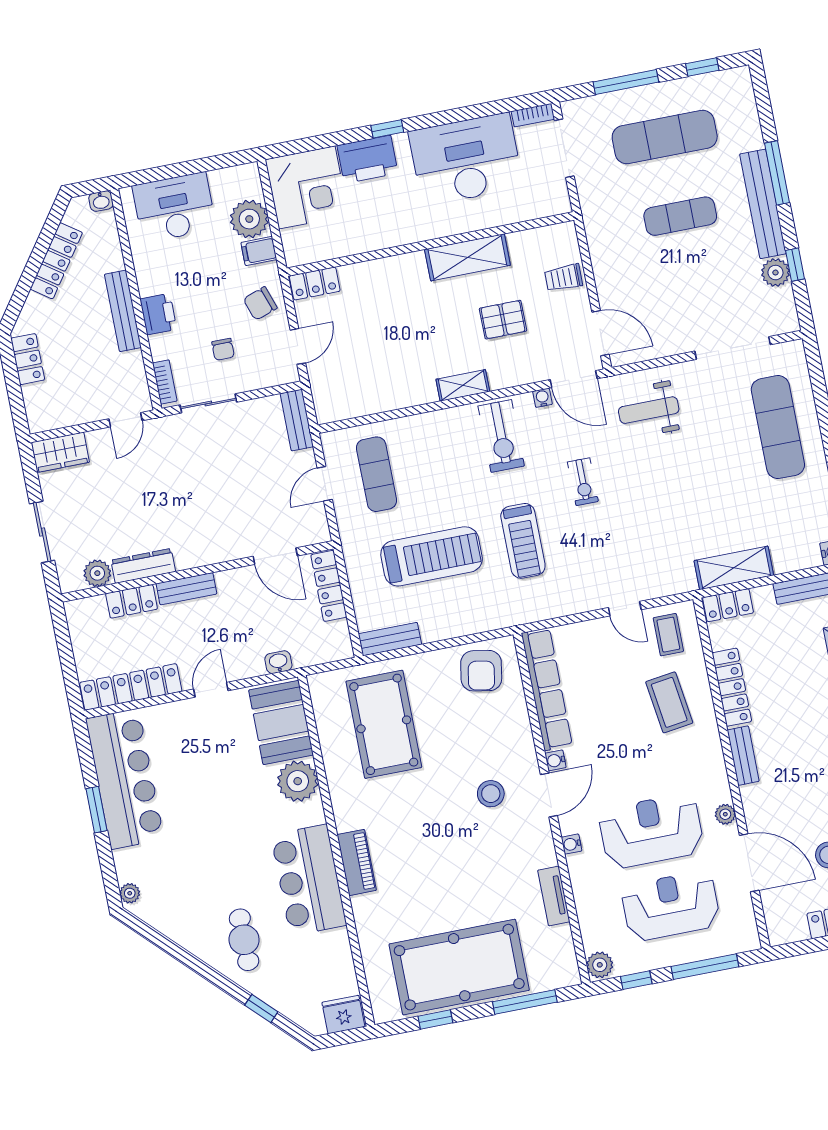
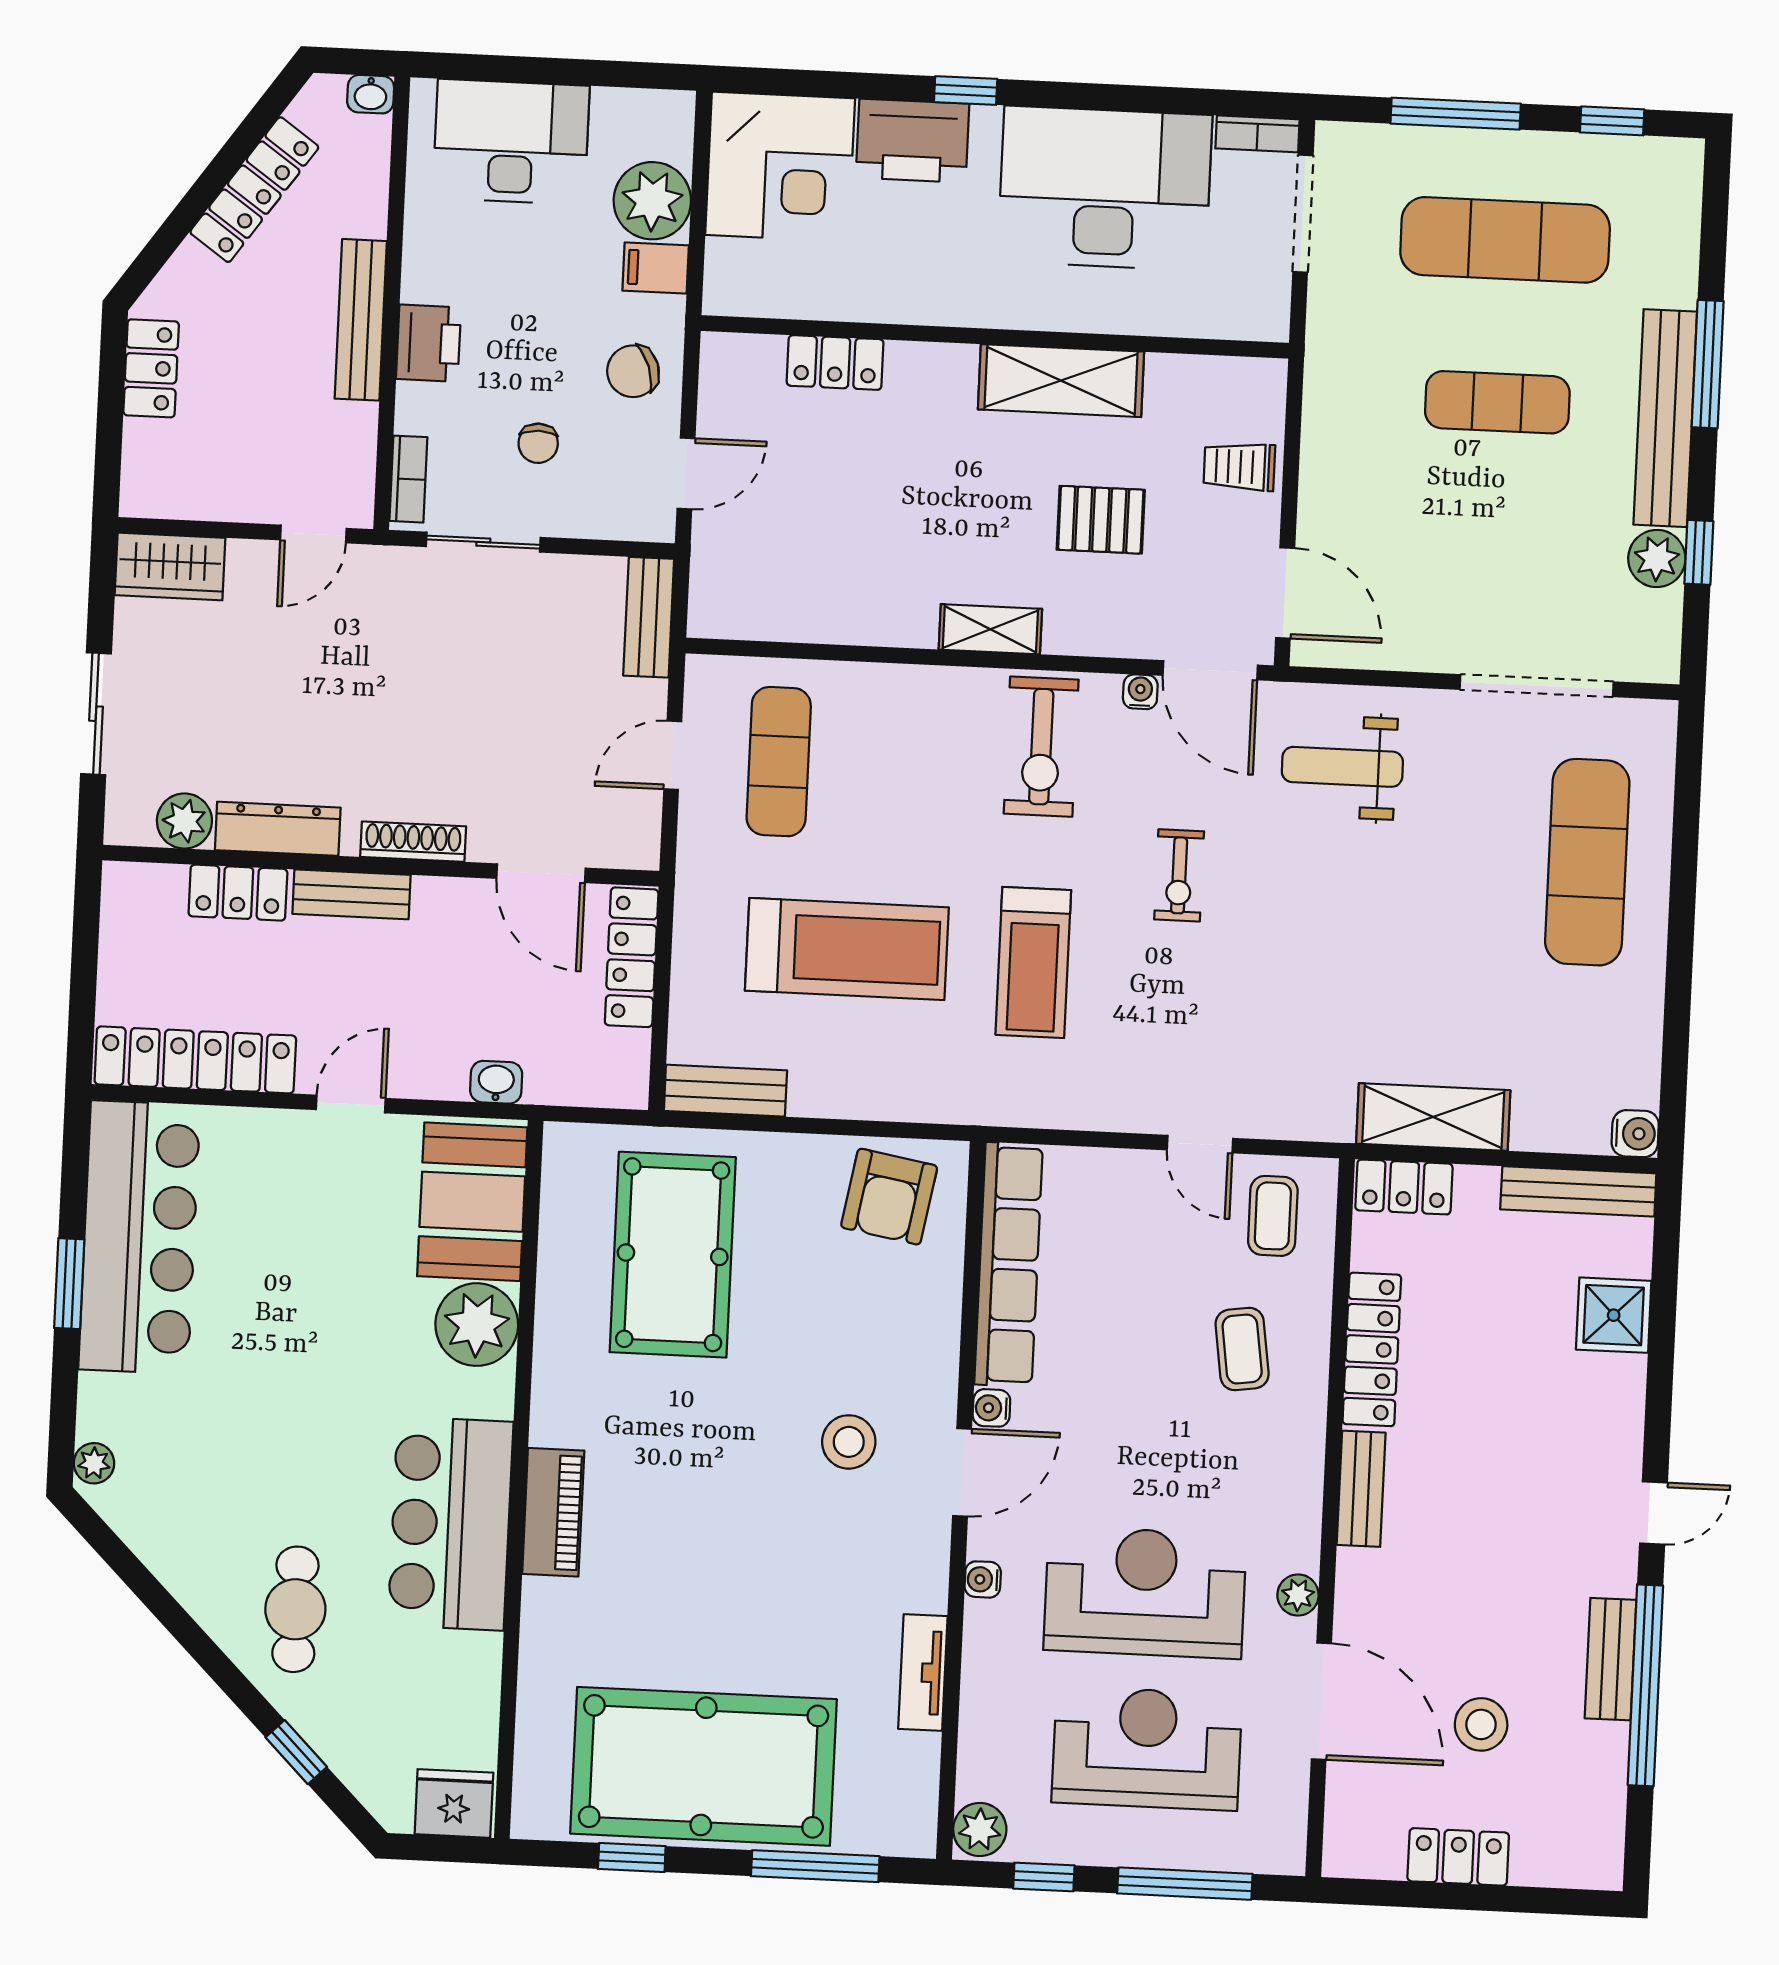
locker: (315, 284) -> (835, 363), moved
shoe rack: (210, 556) -> (413, 842), added
coffee table: (669, 702) -> (1242, 1349), width x0.73, depth x0.77

